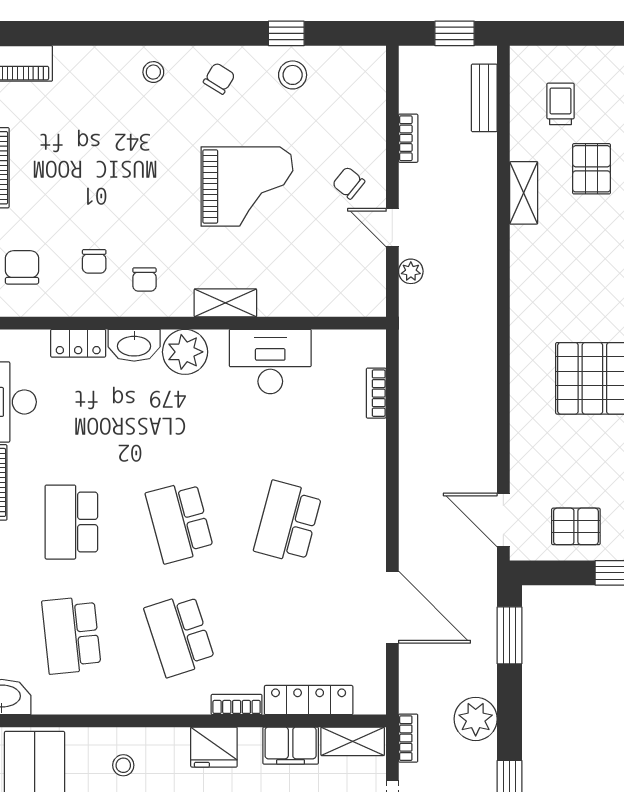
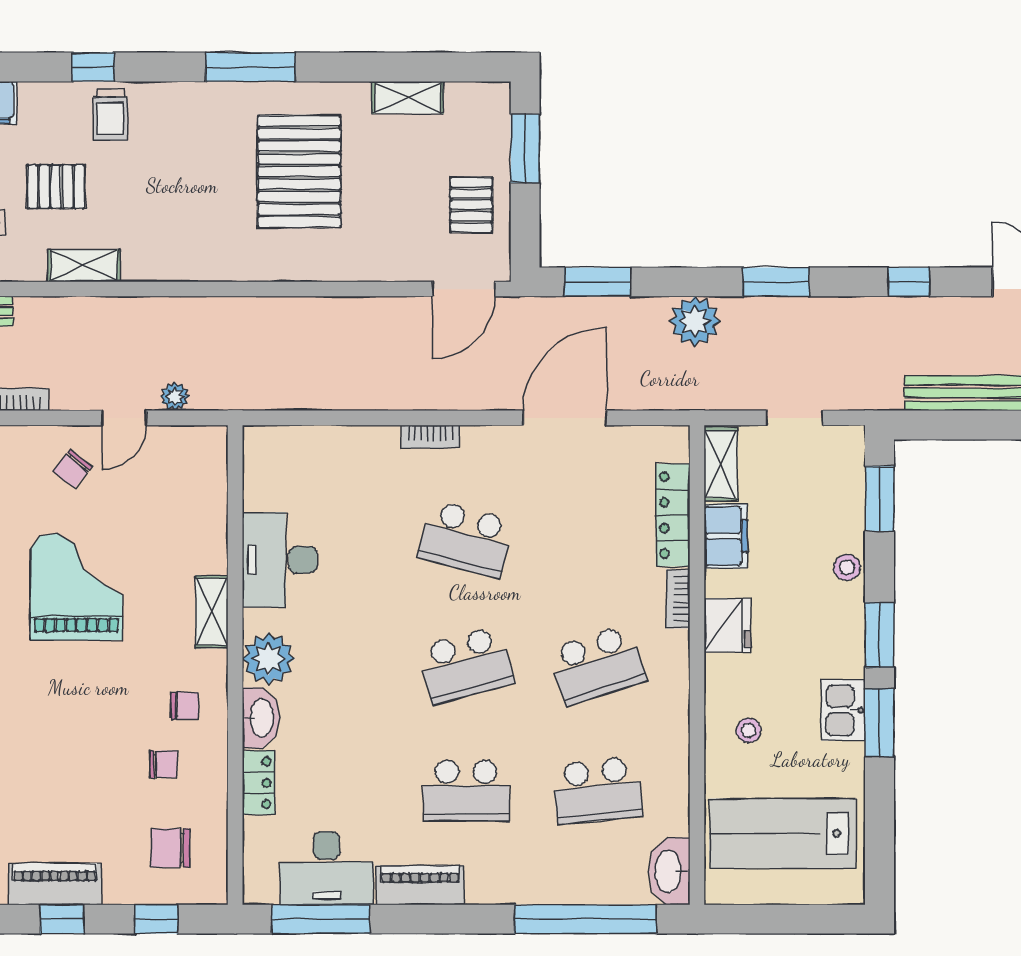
bookcase: (376, 393) -> (430, 437), moved
bookcase: (408, 738) -> (717, 400), removed

